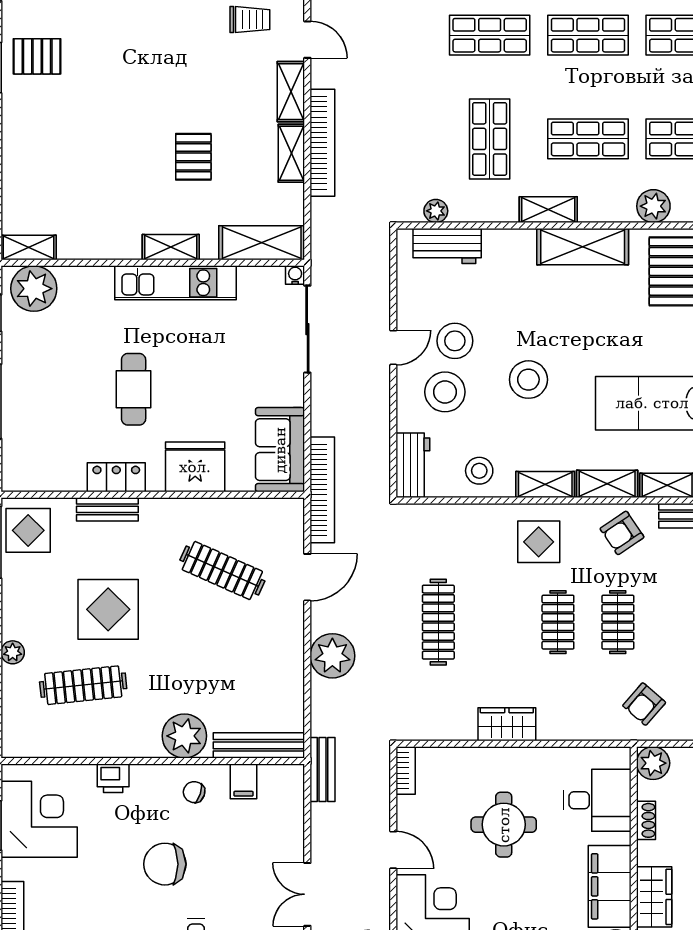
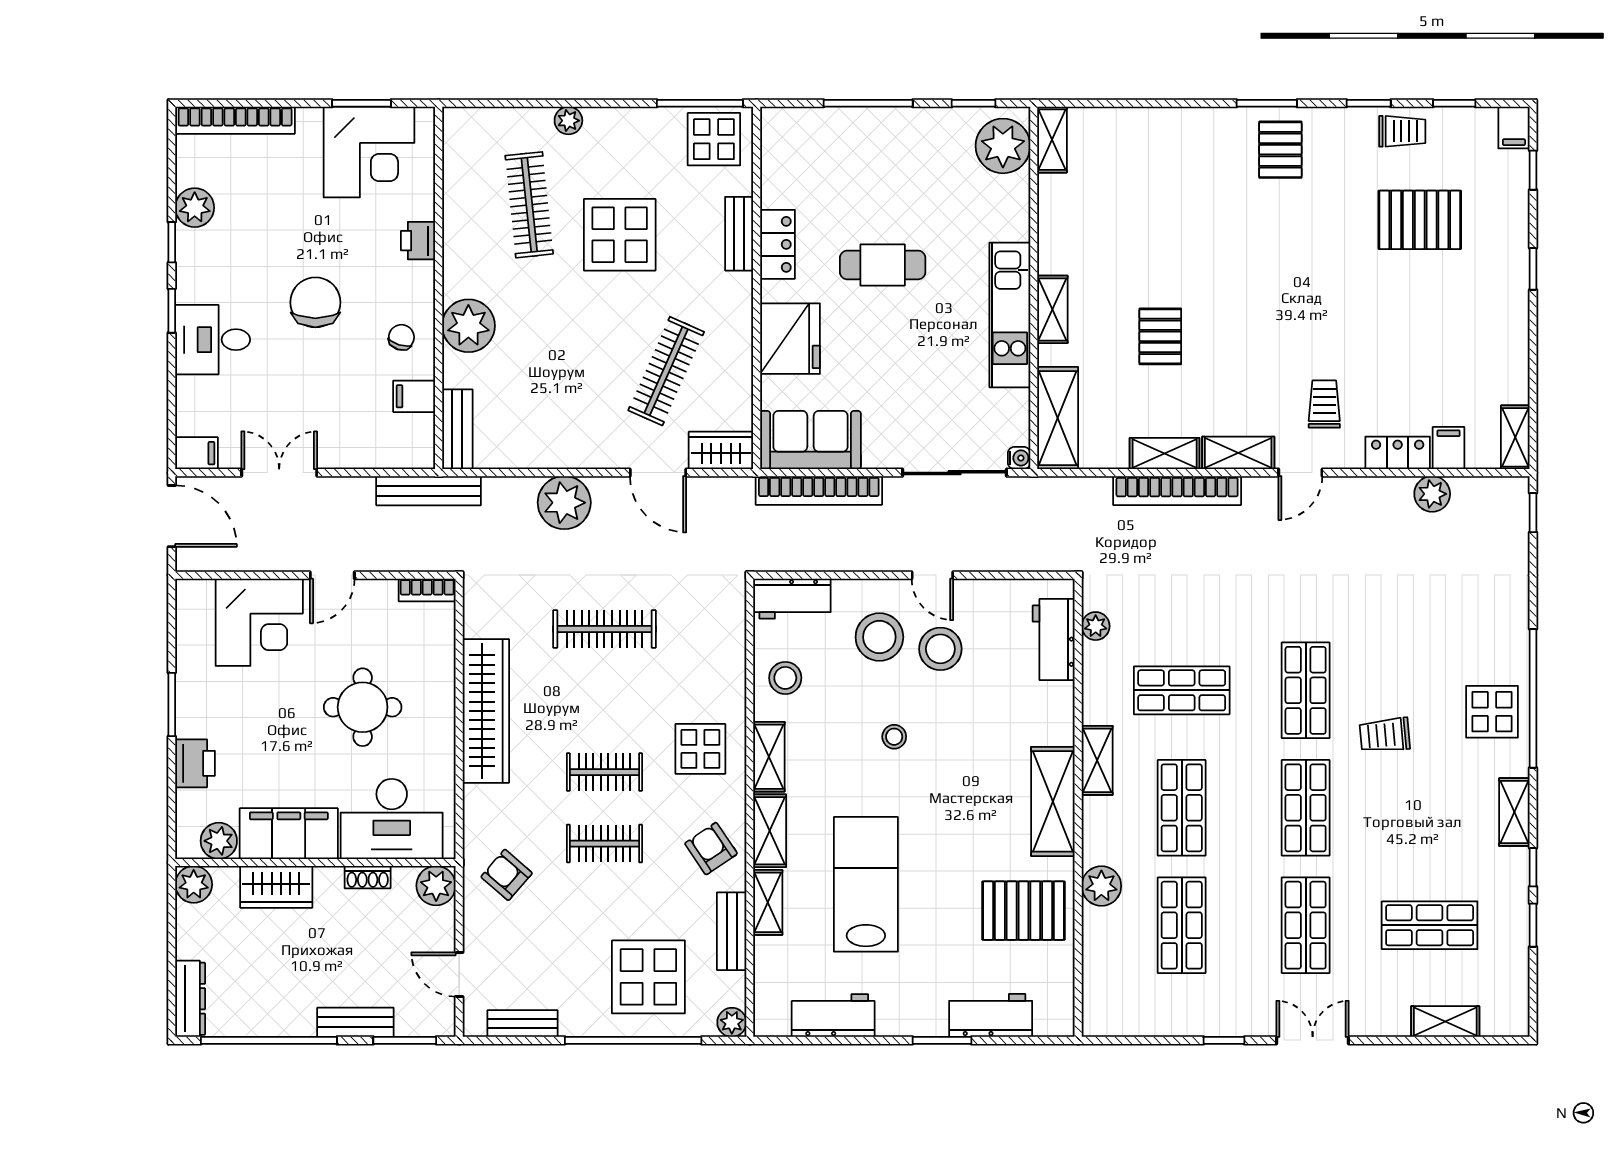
trolley: (250, 20) -> (1324, 404), turned 180
pallet: (193, 157) -> (1160, 336), turned 90
stool: (528, 380) -> (894, 737), width x0.53, depth x0.53
bookcase: (322, 490) -> (819, 490), moved
wardrobe: (289, 525) -> (721, 450), added
wardrobe: (507, 724) -> (486, 711), width x2.10, depth x1.17
bench: (259, 745) -> (457, 429), width x0.73
bench: (322, 769) -> (429, 491), width x1.36
desk: (597, 800) -> (392, 819), width x1.37

